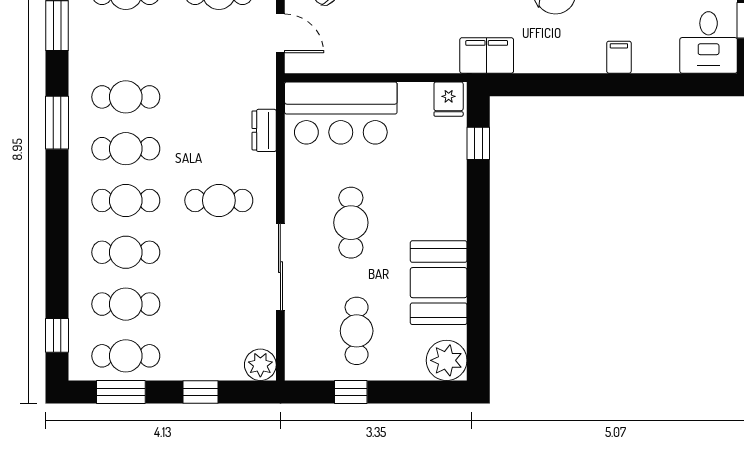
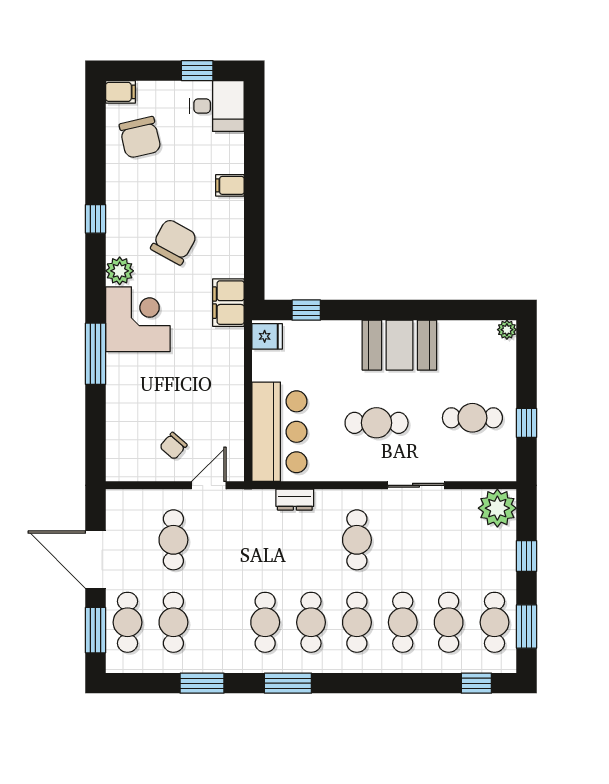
sliding door: (280, 267) -> (416, 485), width x0.73
booth: (439, 283) -> (399, 345), moved
plant: (447, 360) -> (507, 330), width x0.53, depth x0.53
plant: (260, 365) -> (497, 508), width x1.36, depth x1.36

